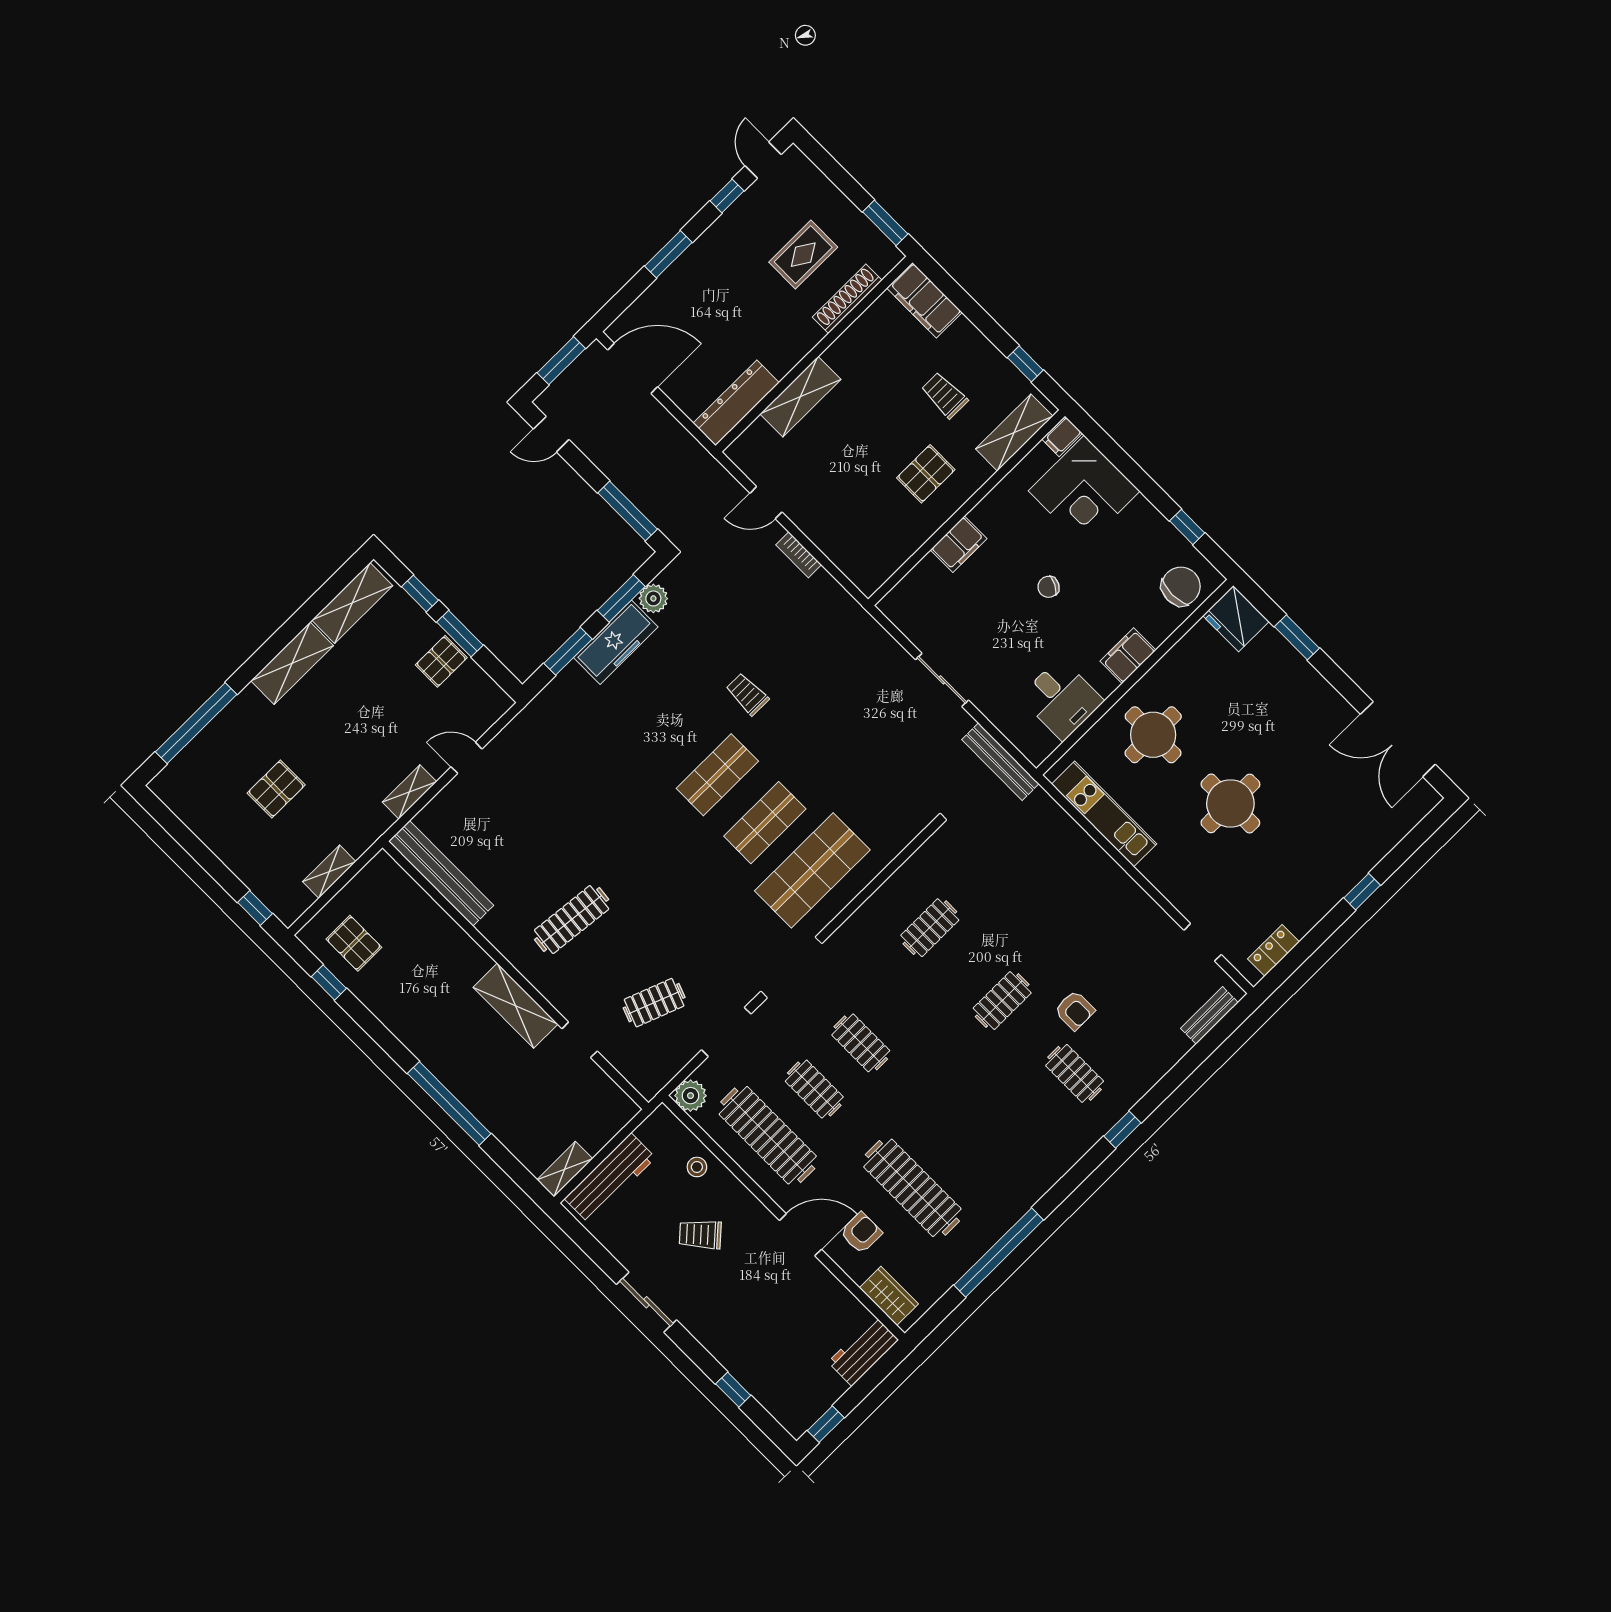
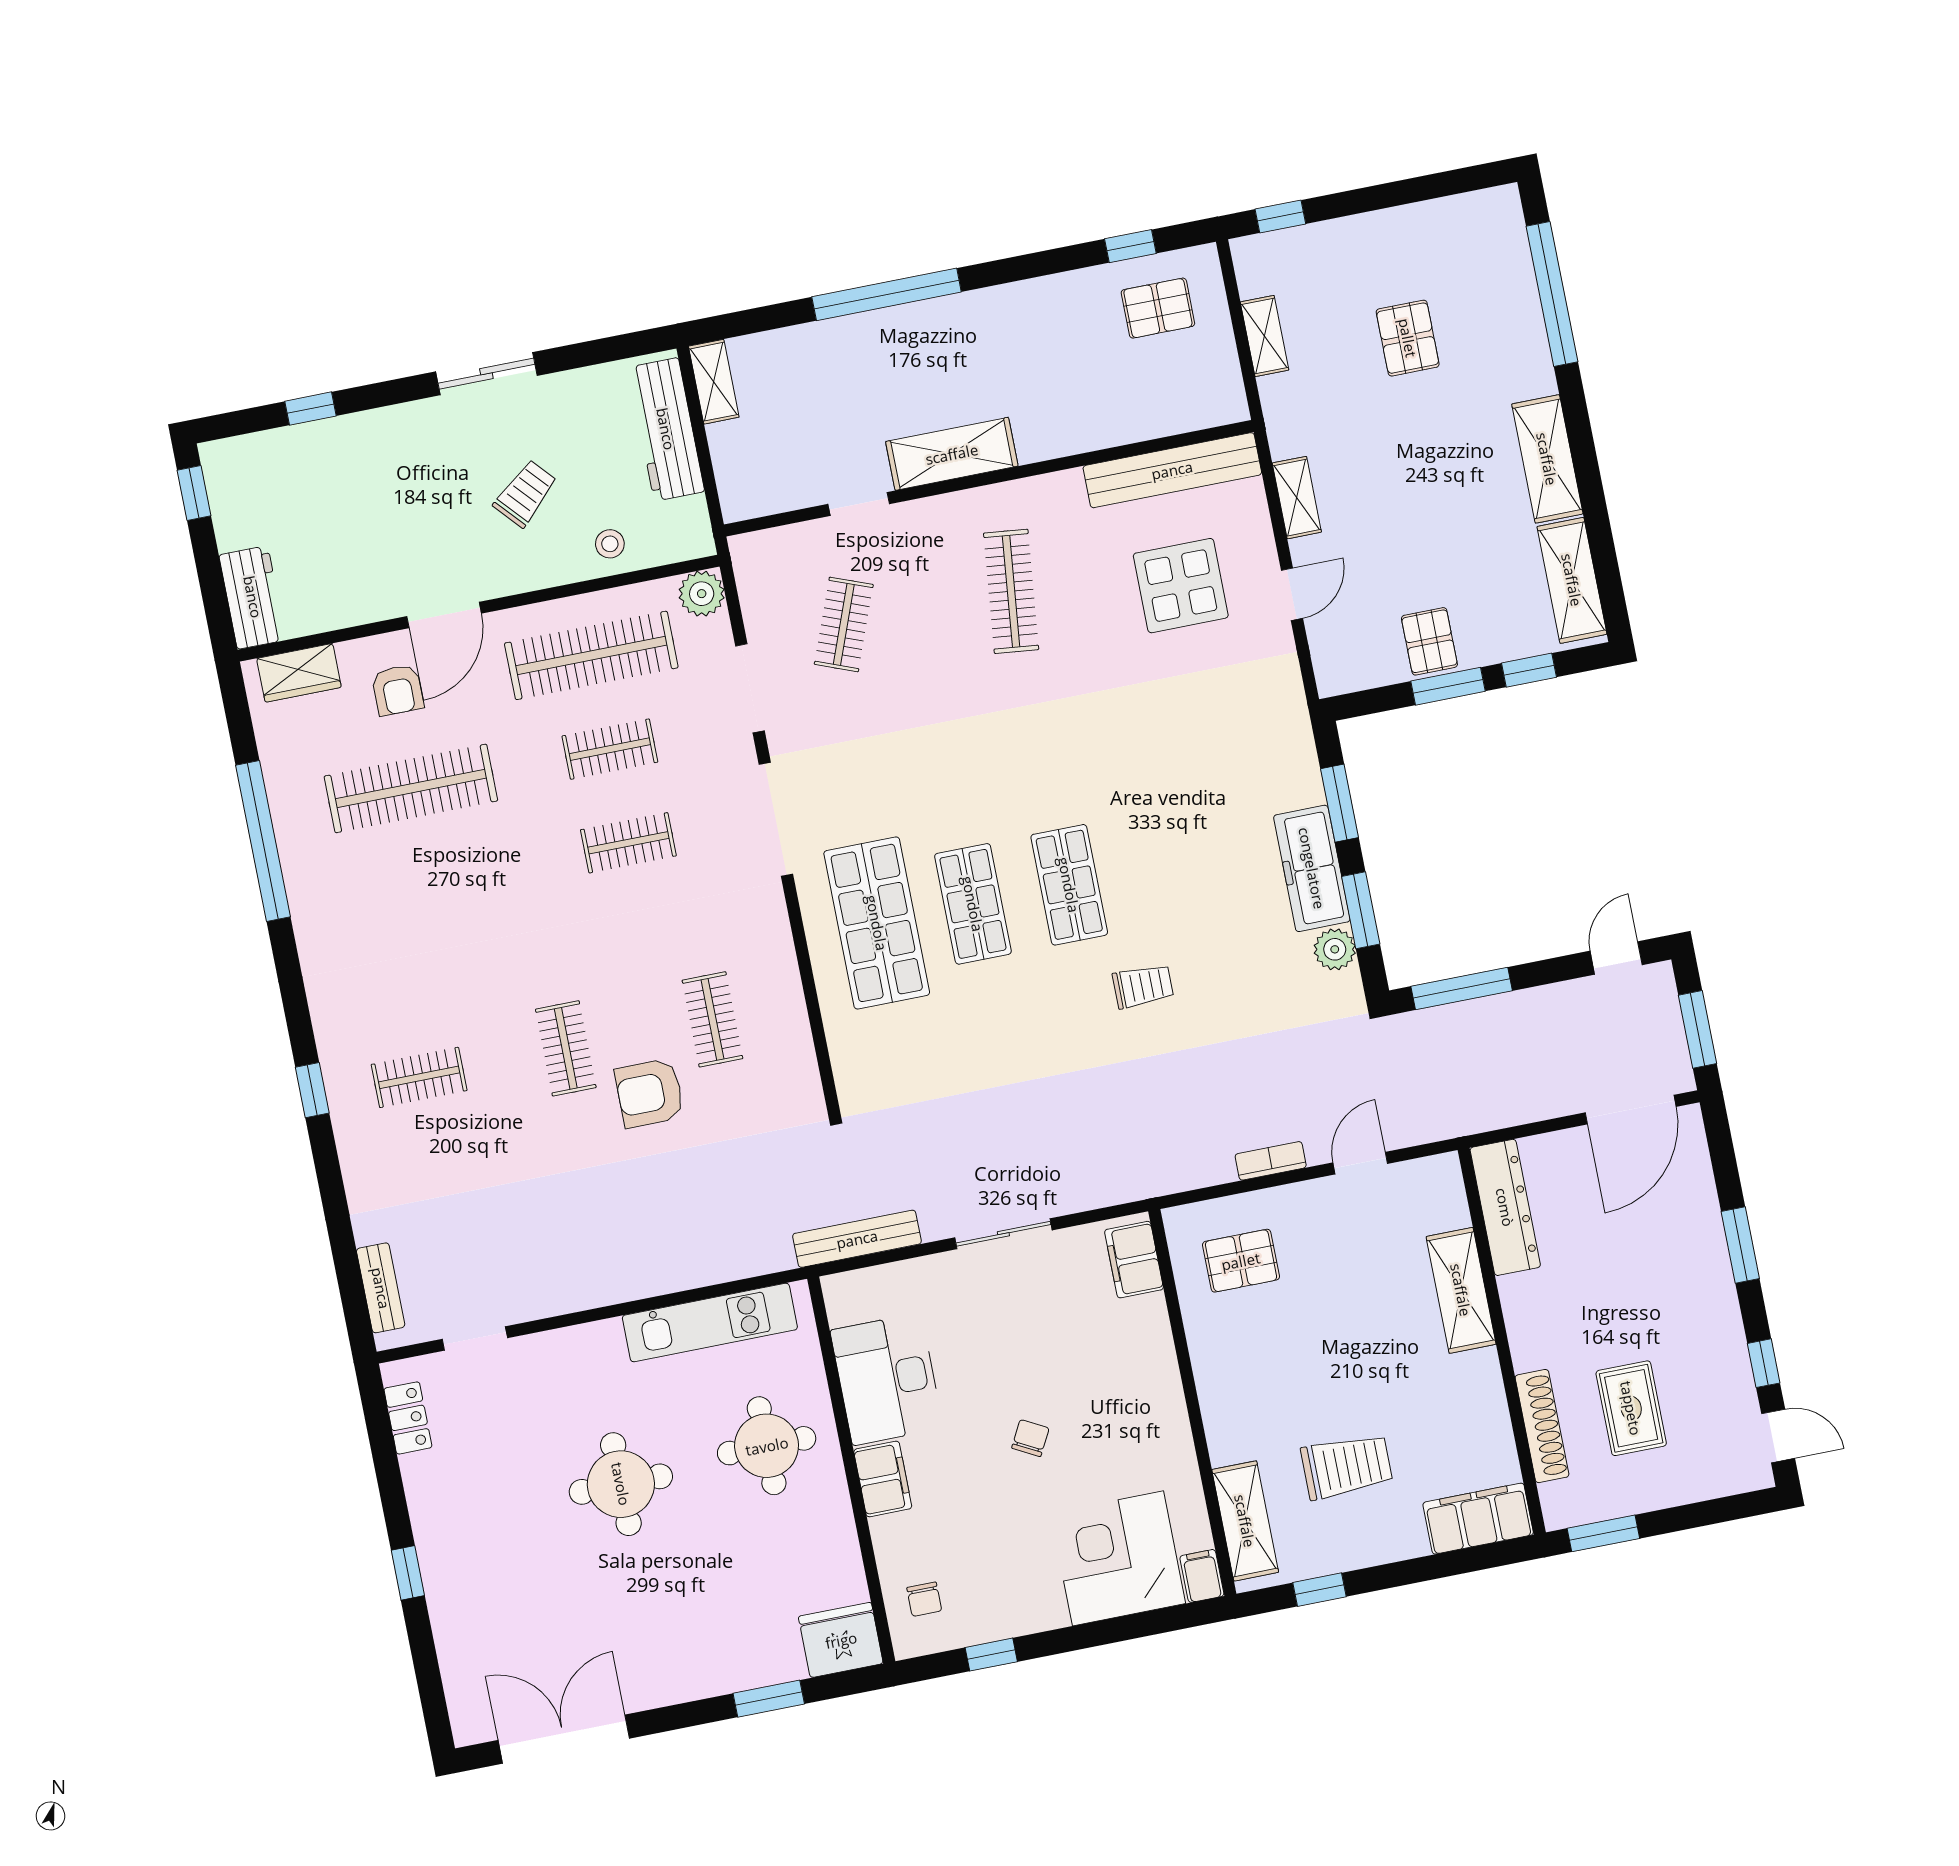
trolley: (944, 395) -> (1347, 1466), width x1.36, depth x1.39
pallet: (926, 474) -> (1241, 1261), moved, turned 90
filing cabinet: (959, 544) -> (1134, 1260), moved
chair: (1181, 586) -> (924, 1599), width x0.54, depth x0.54
desk: (1061, 699) -> (887, 1379), width x1.37
display table: (504, 825) -> (1181, 586), added
armchair: (1075, 1010) -> (650, 1093), moved, width x1.38, depth x1.38

